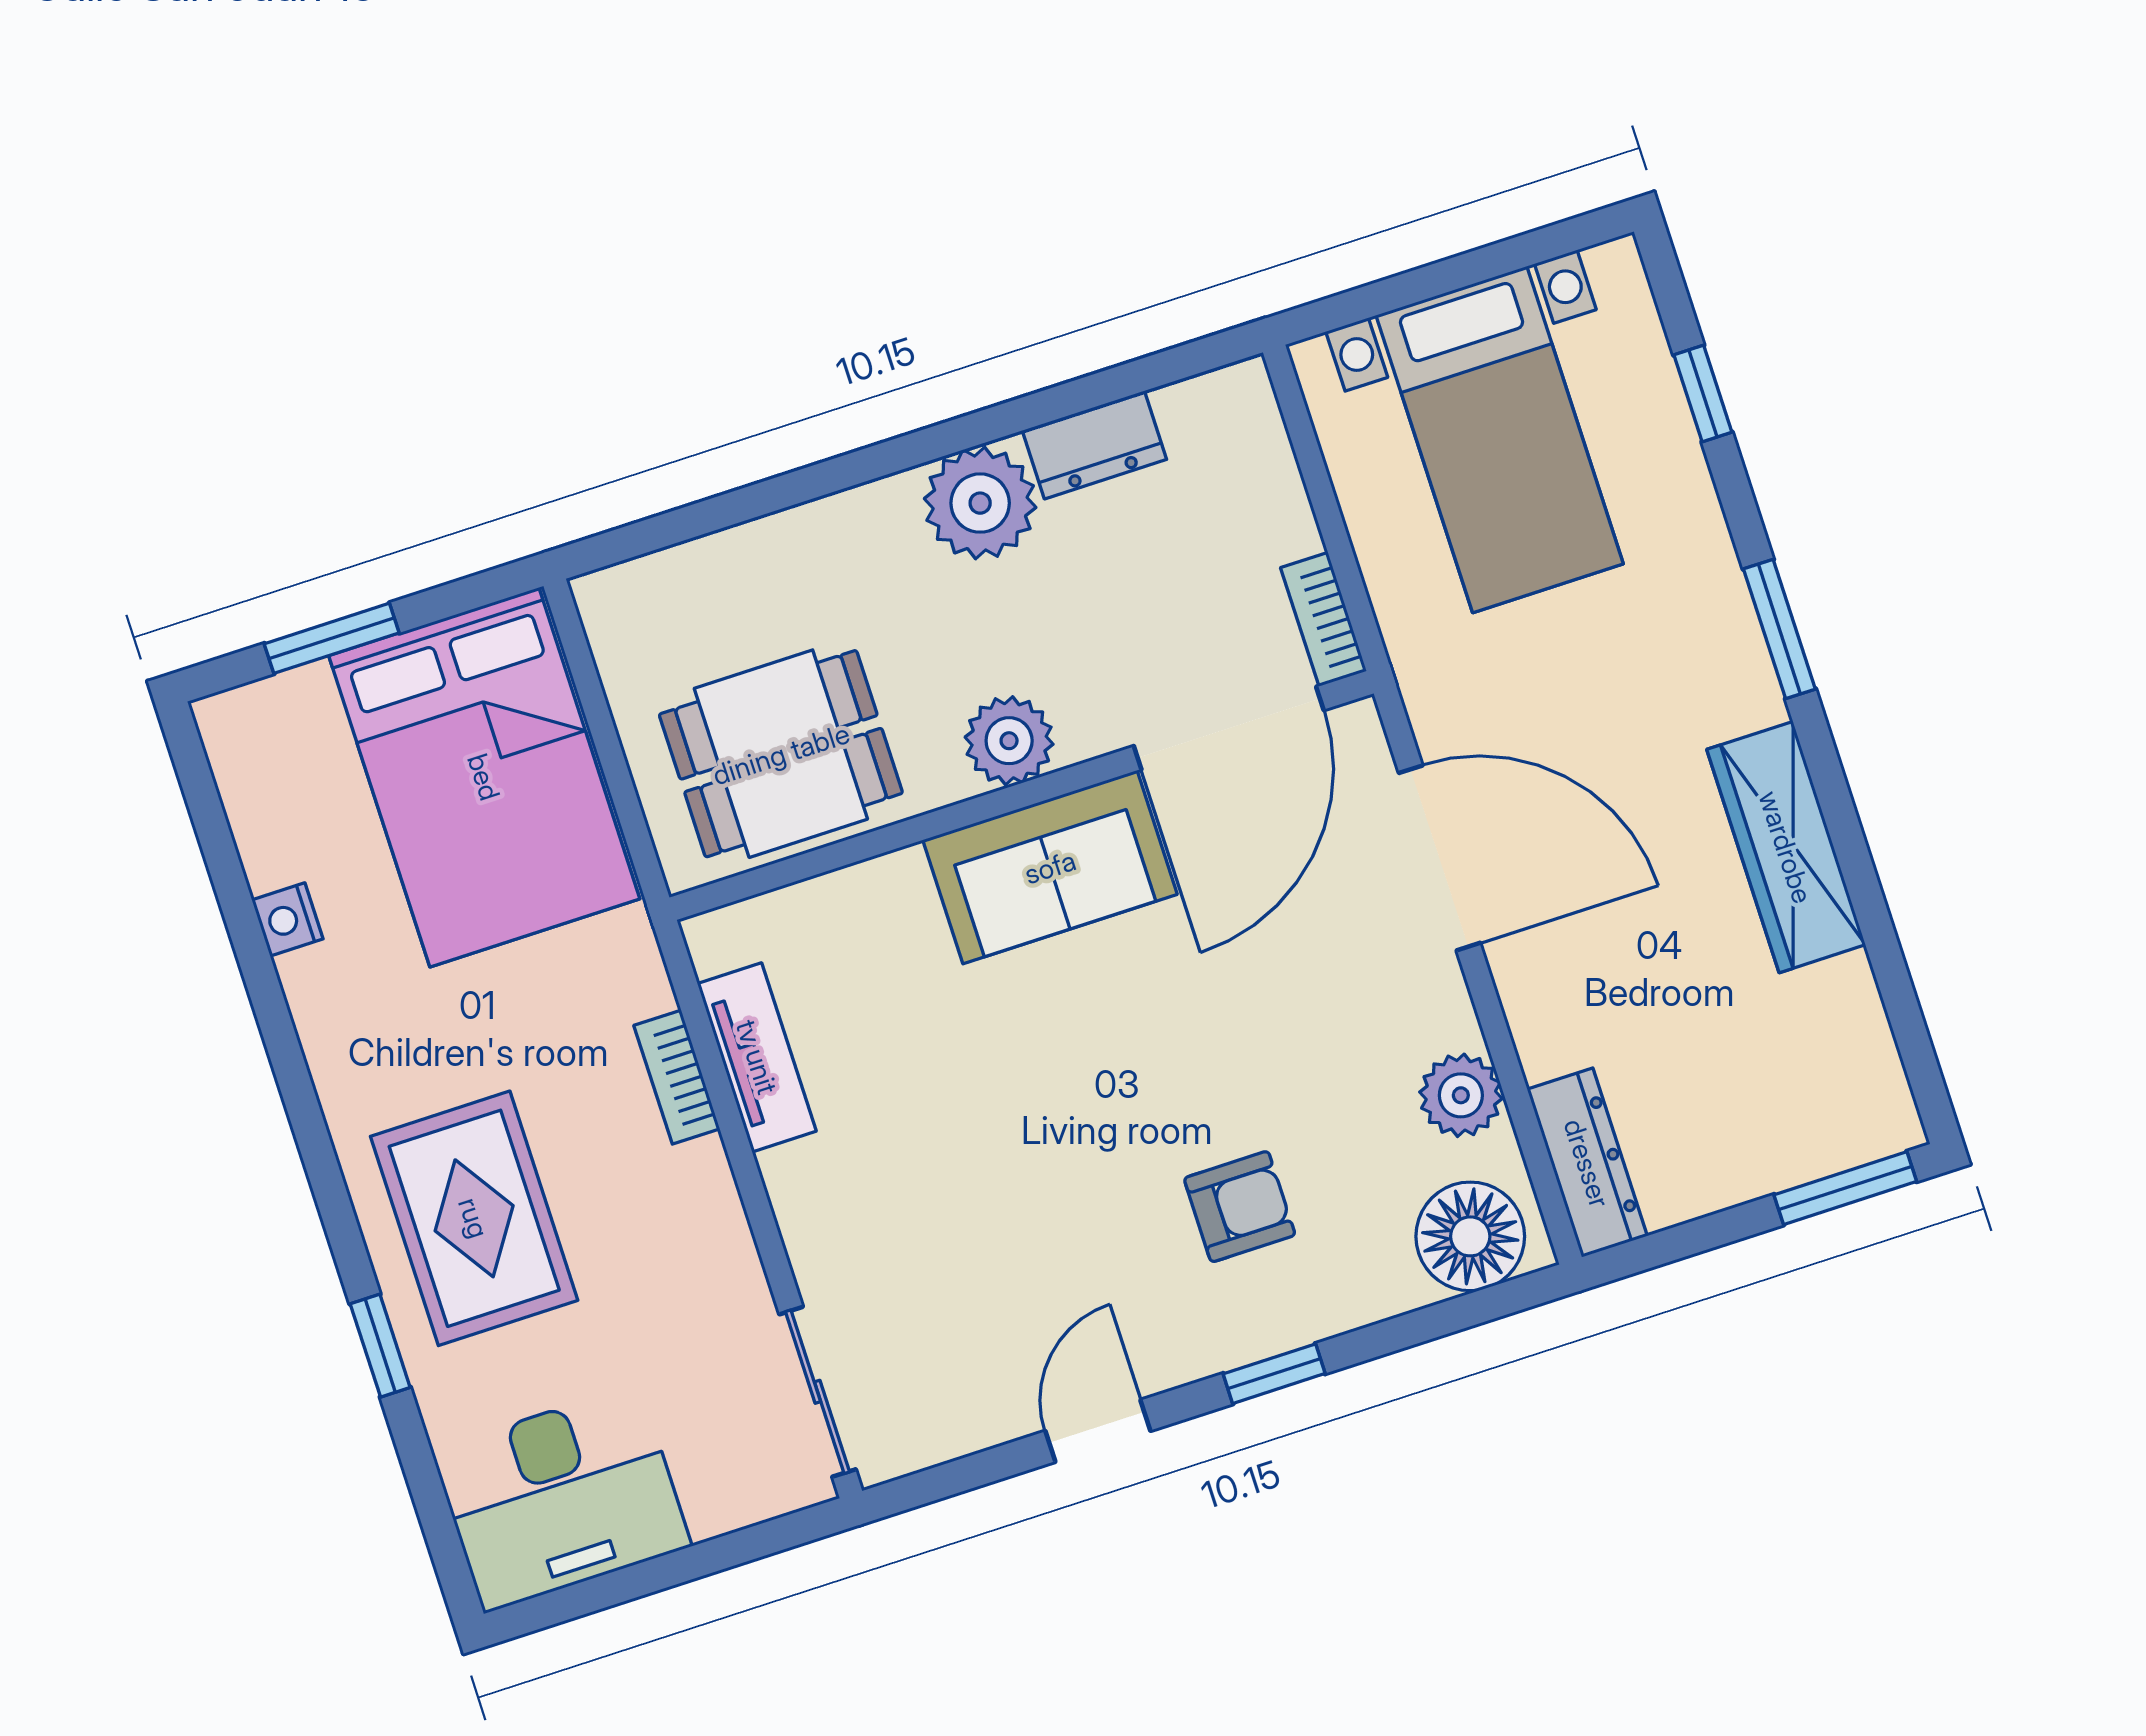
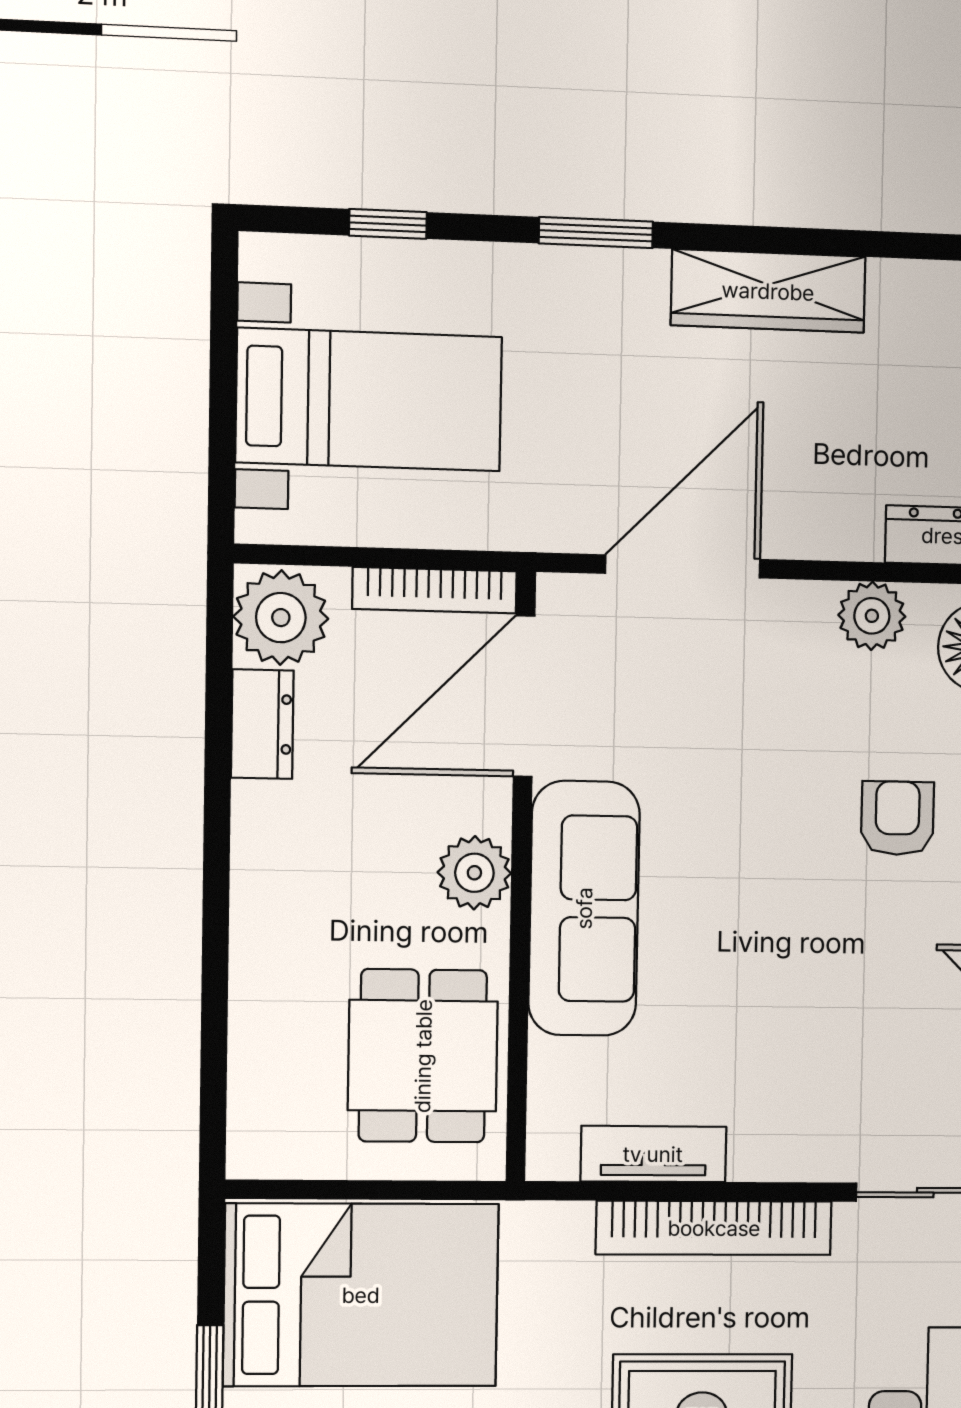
plant: (980, 503) -> (281, 618), moved
bookcase: (1324, 619) -> (435, 590), width x1.56
door: (1229, 728) -> (524, 696), swing flipped
sofa: (1050, 867) -> (584, 908), width x1.36
bookcase: (677, 1077) -> (714, 1228), width x2.31, depth x1.31

